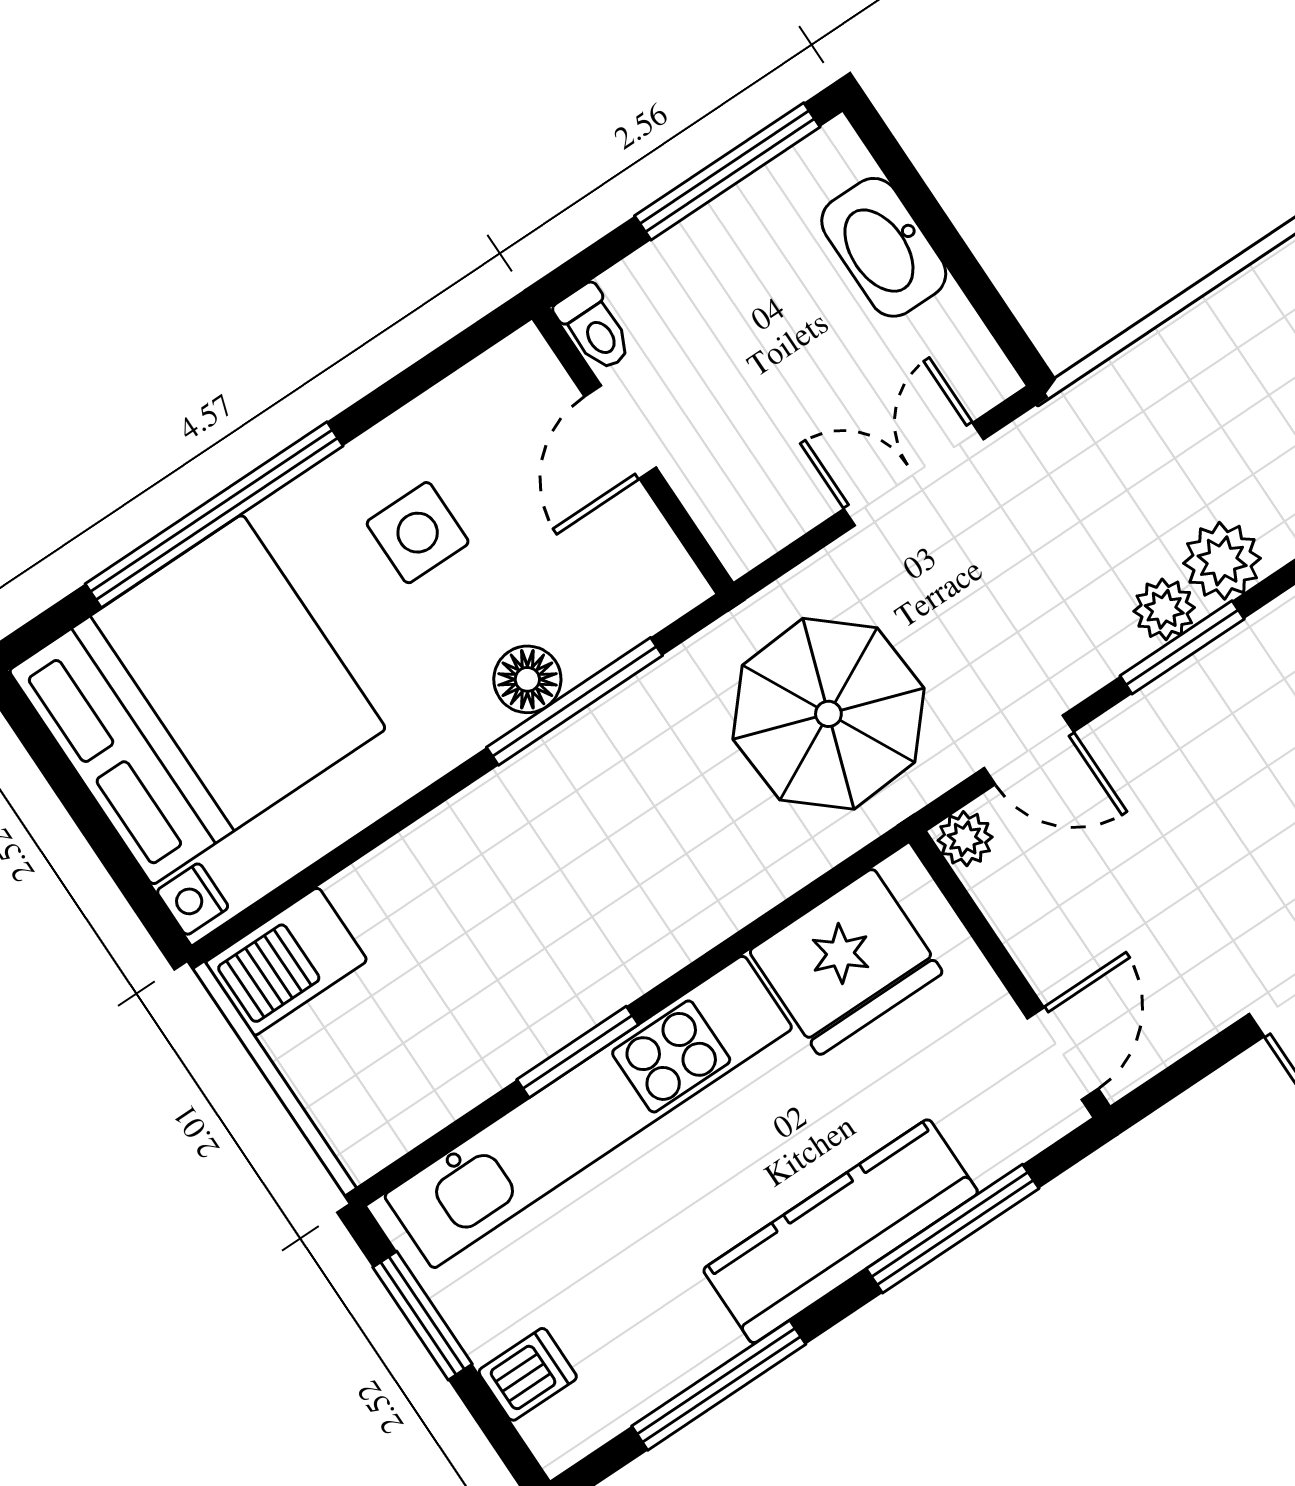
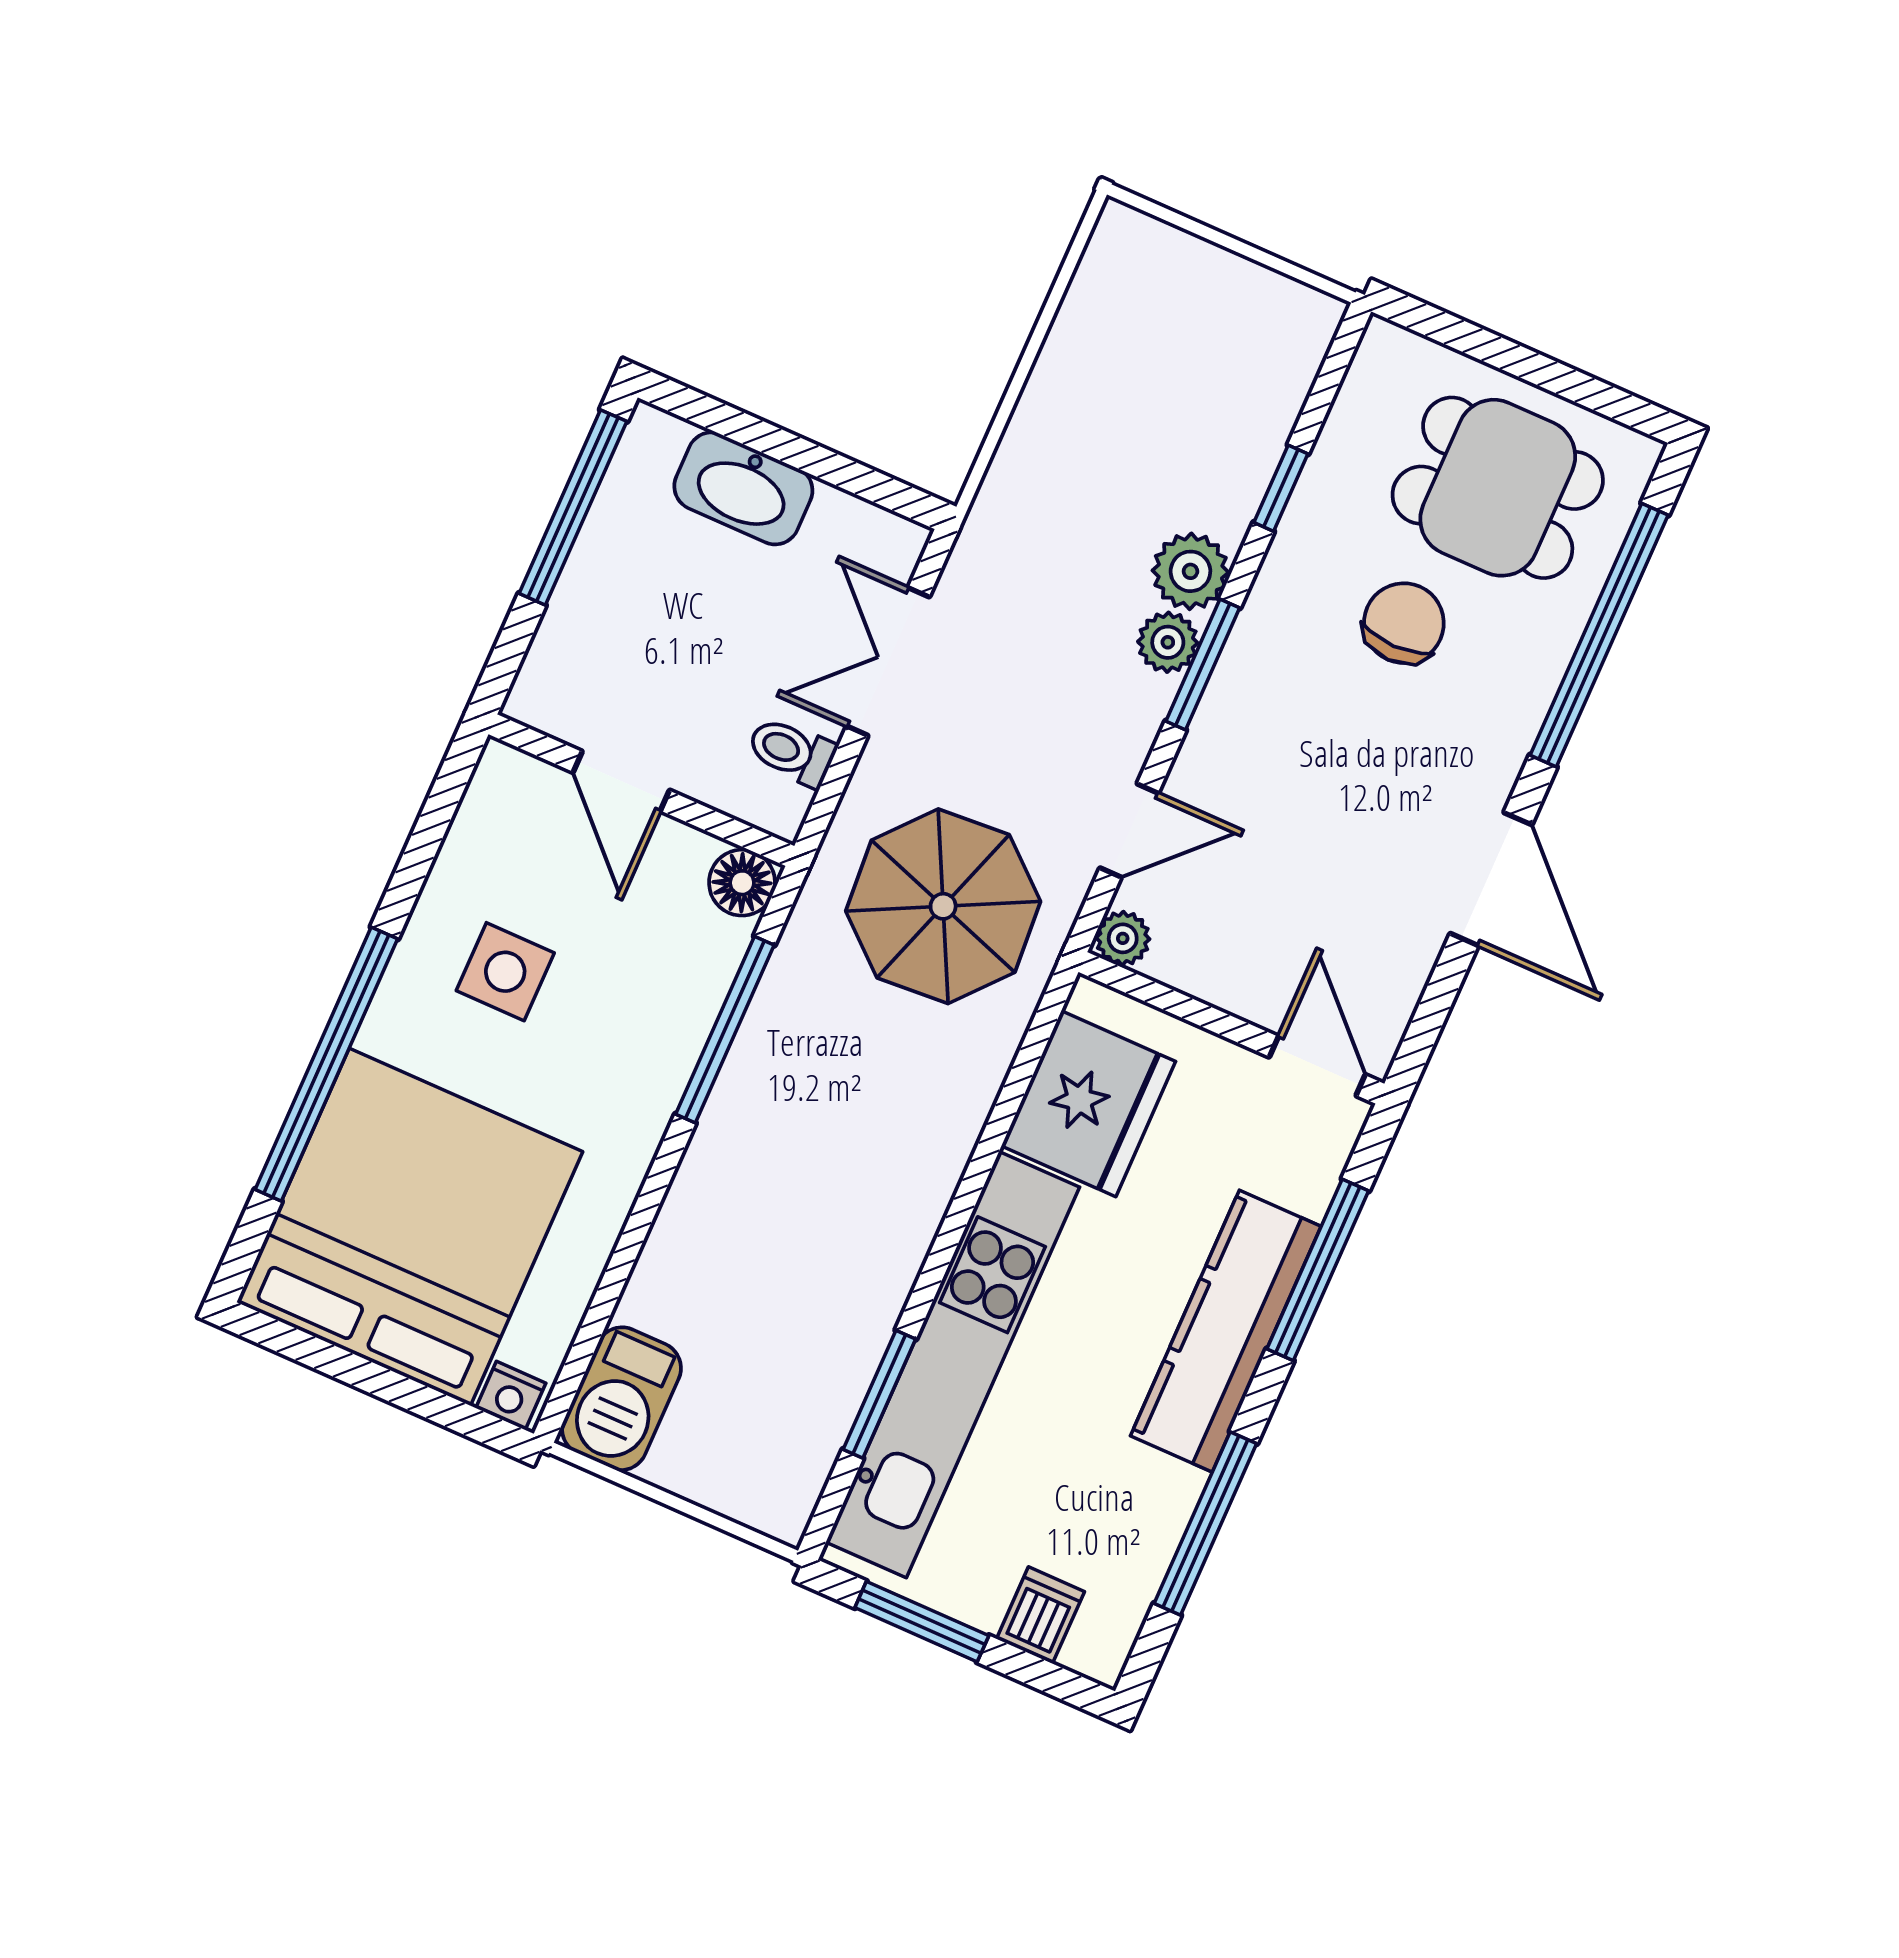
toilet: (594, 328) -> (792, 752), moved, turned 180
floor lamp: (527, 679) -> (742, 883), moved
window: (578, 1052) -> (879, 1394), moved

